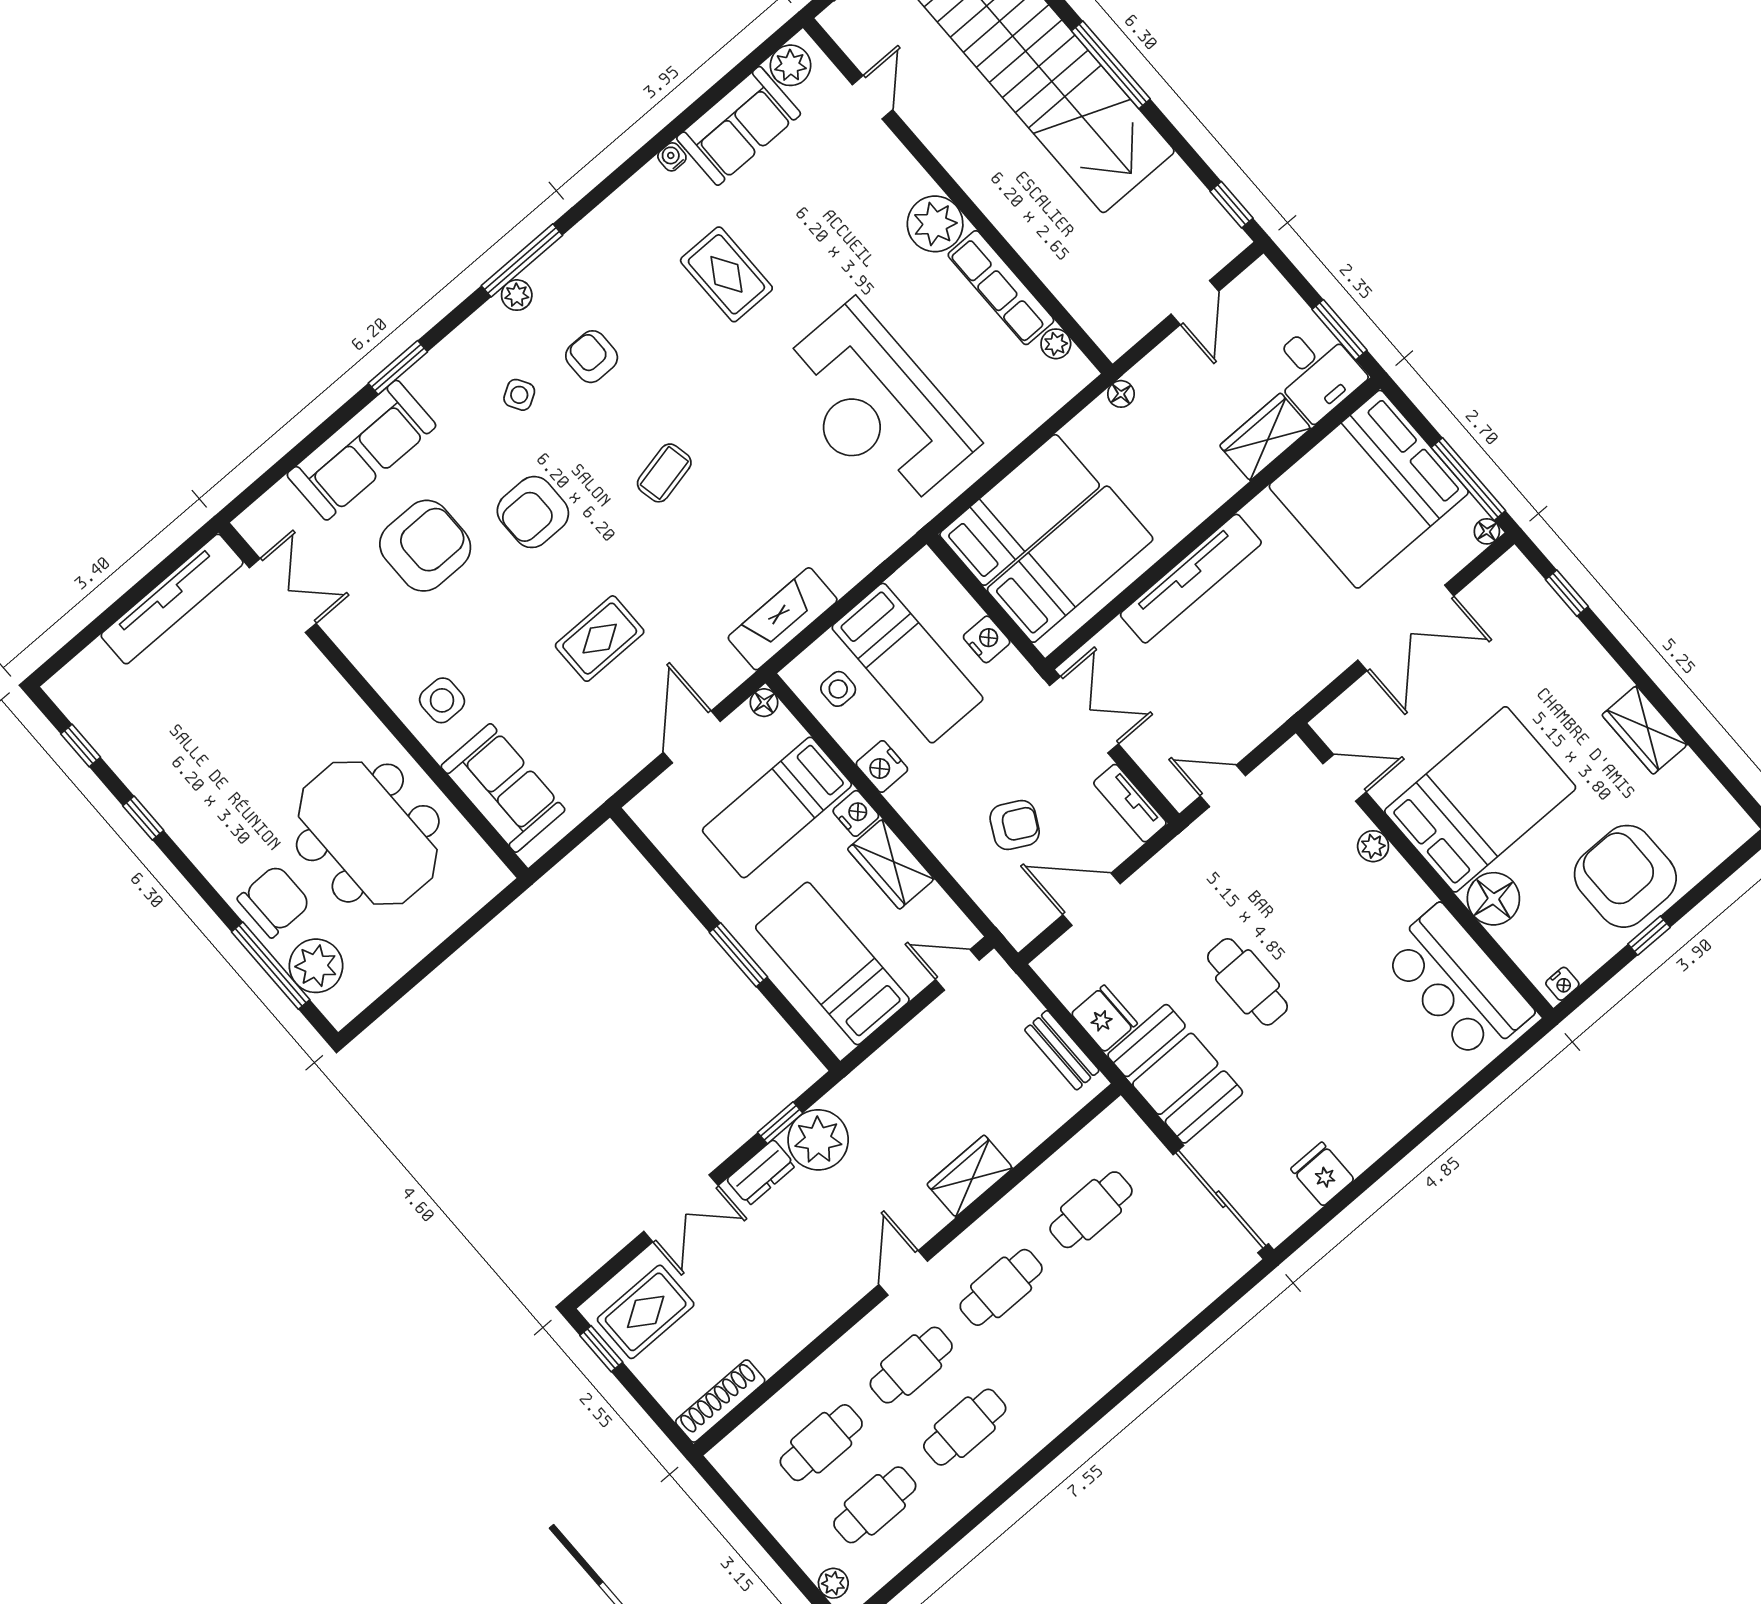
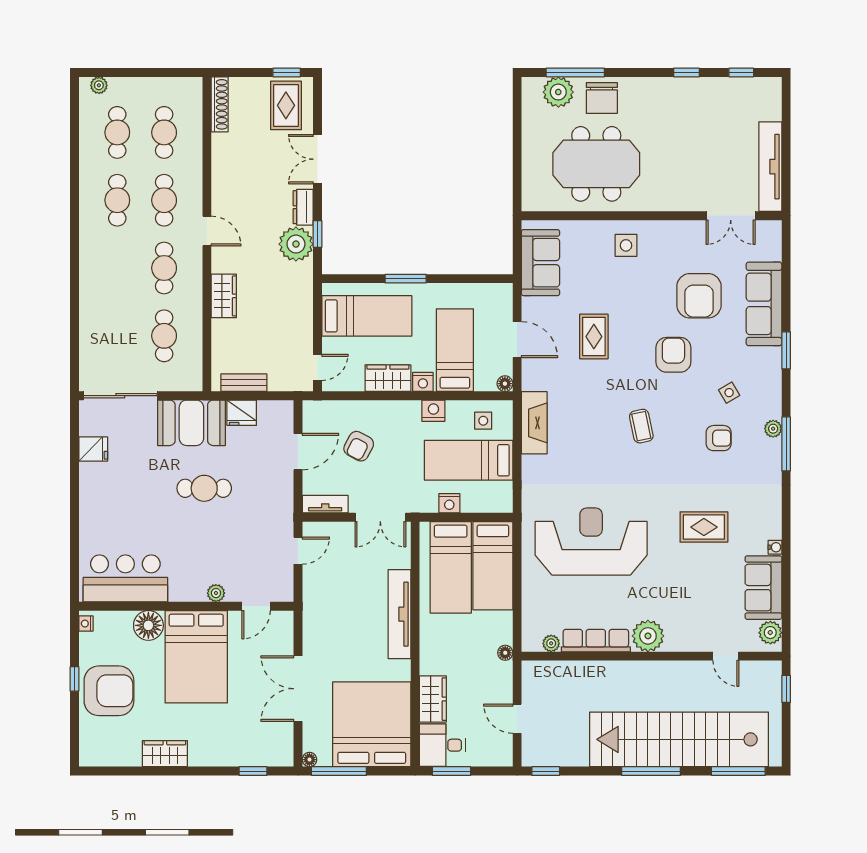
sofa: (503, 788) -> (541, 263), moved, turned -90

